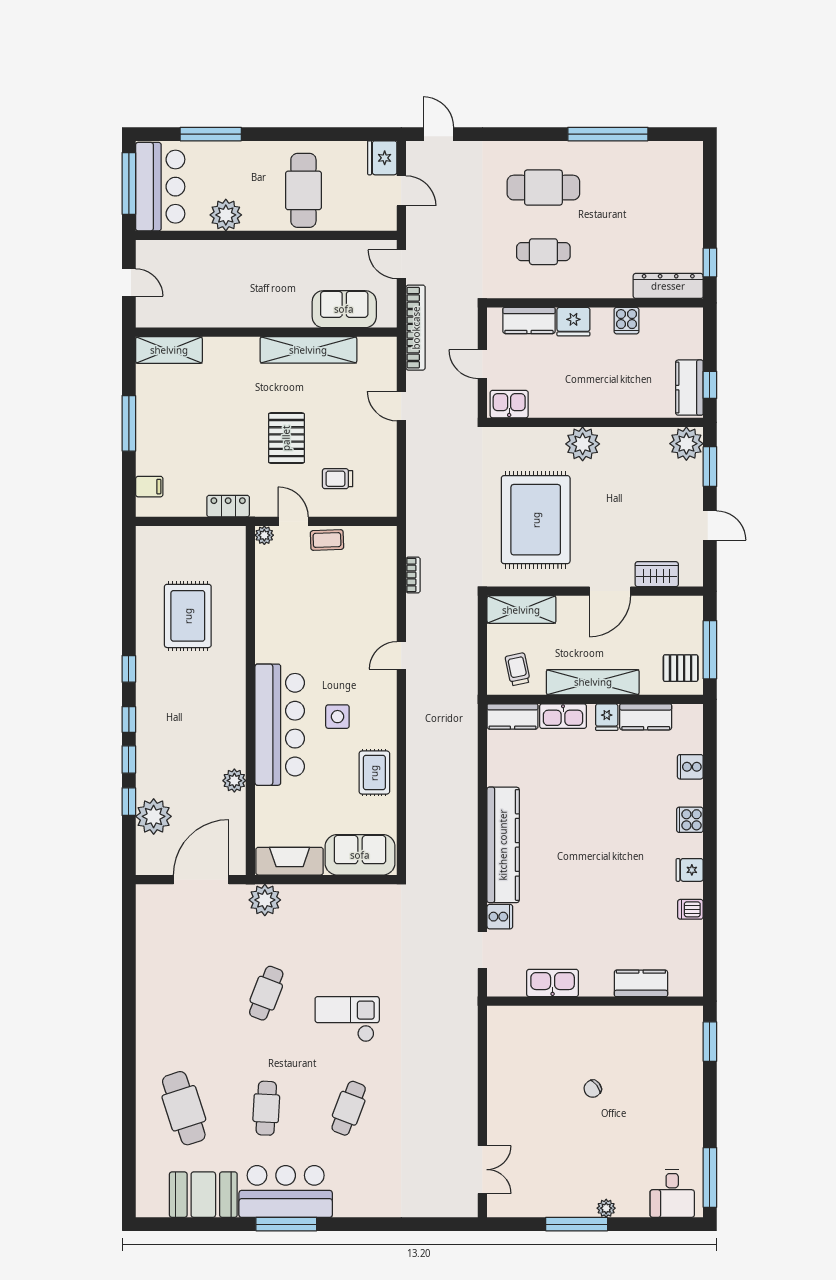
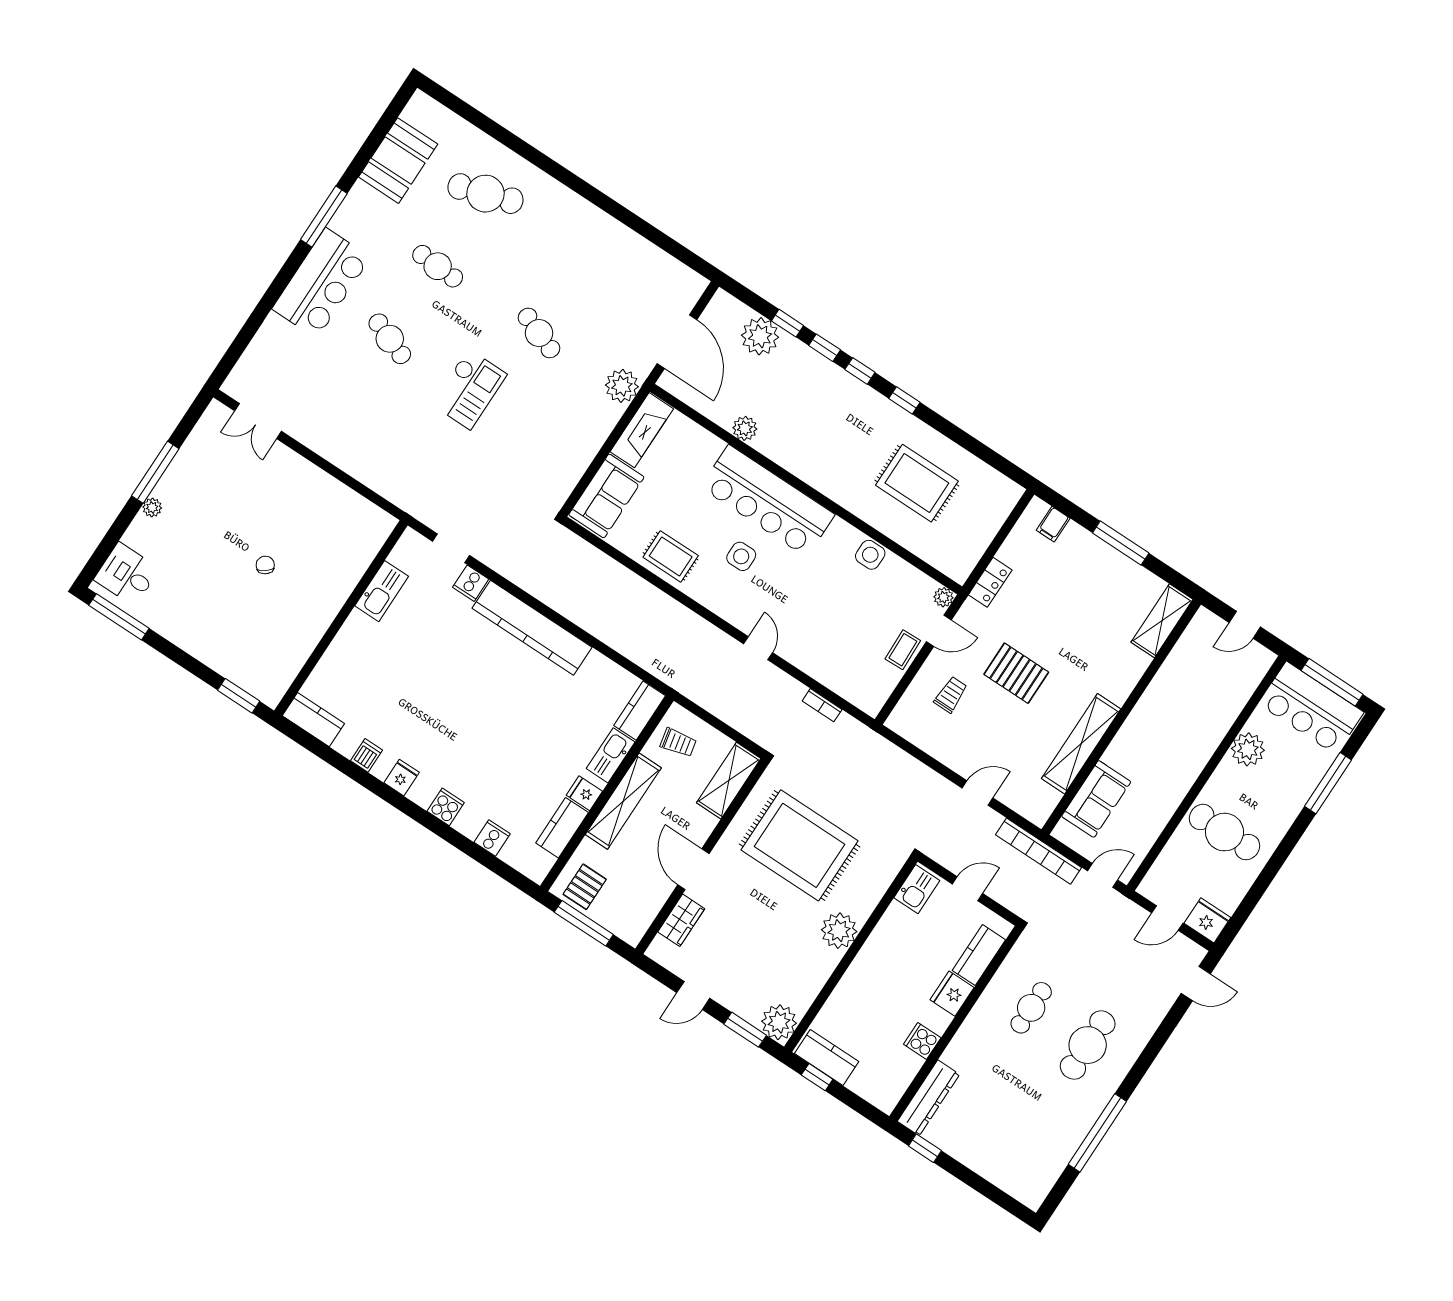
side table: (269, 615) -> (870, 555), added
kitchen counter: (641, 983) -> (313, 720), moved, turned -90
bar counter: (286, 1191) -> (321, 283), moved

